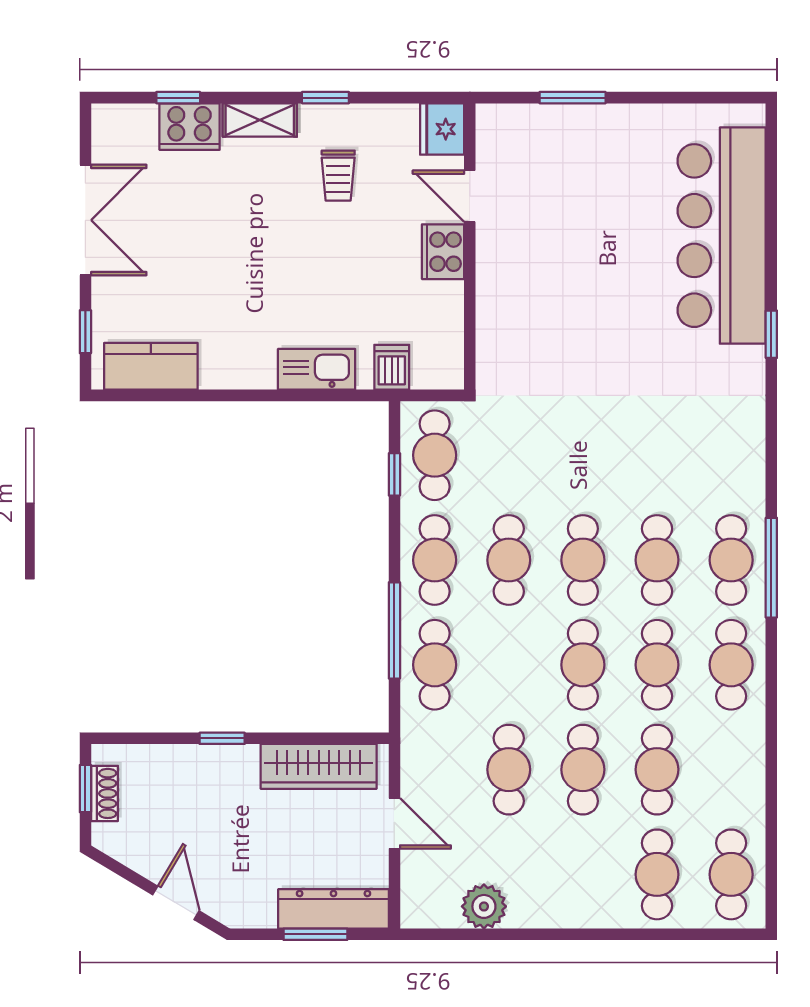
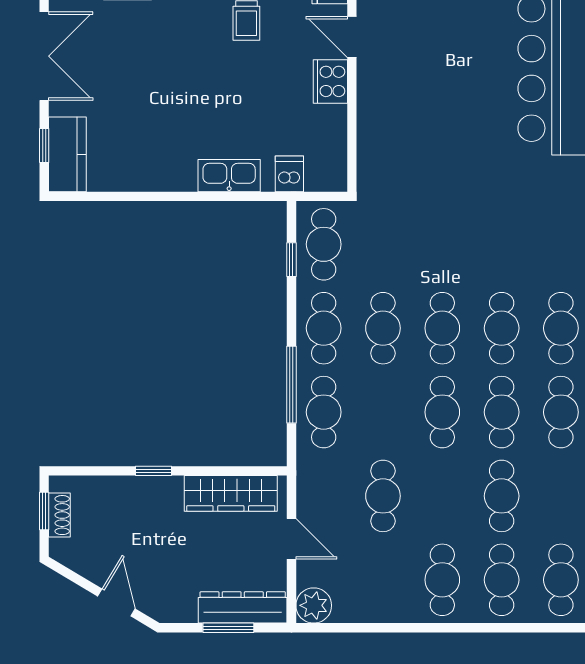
kitchen counter: (151, 366) -> (67, 154), moved, turned 90
cafe table: (583, 770) -> (442, 580), moved
plant: (484, 906) -> (314, 605), moved

